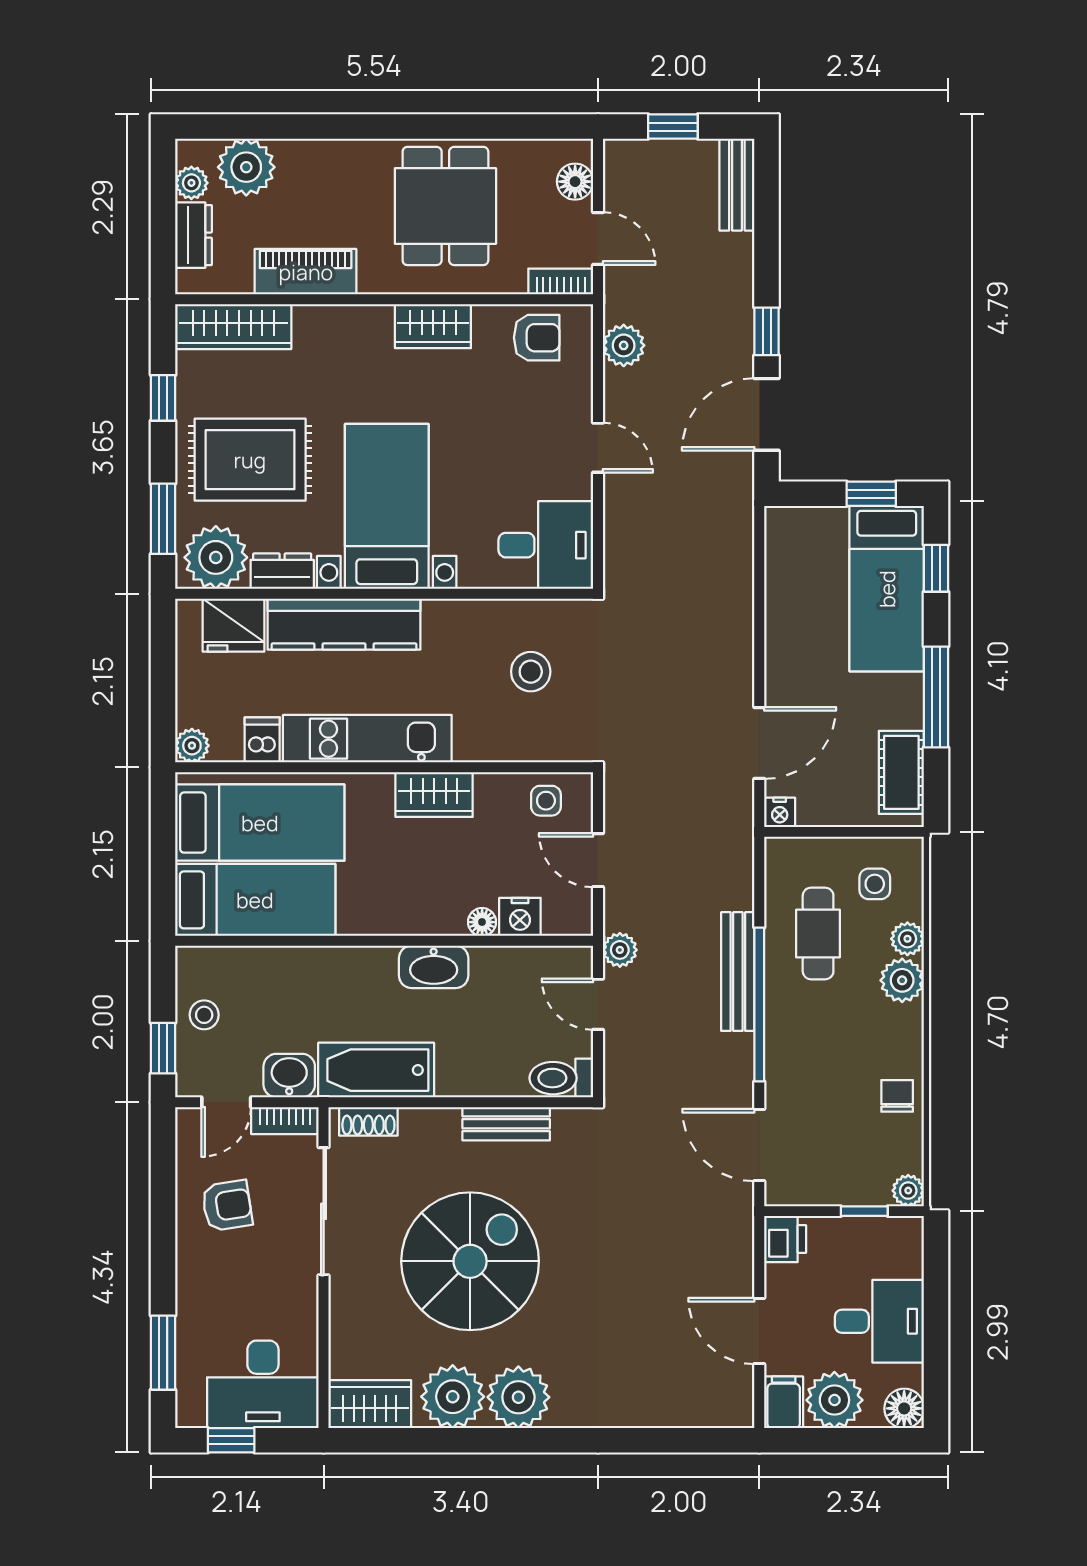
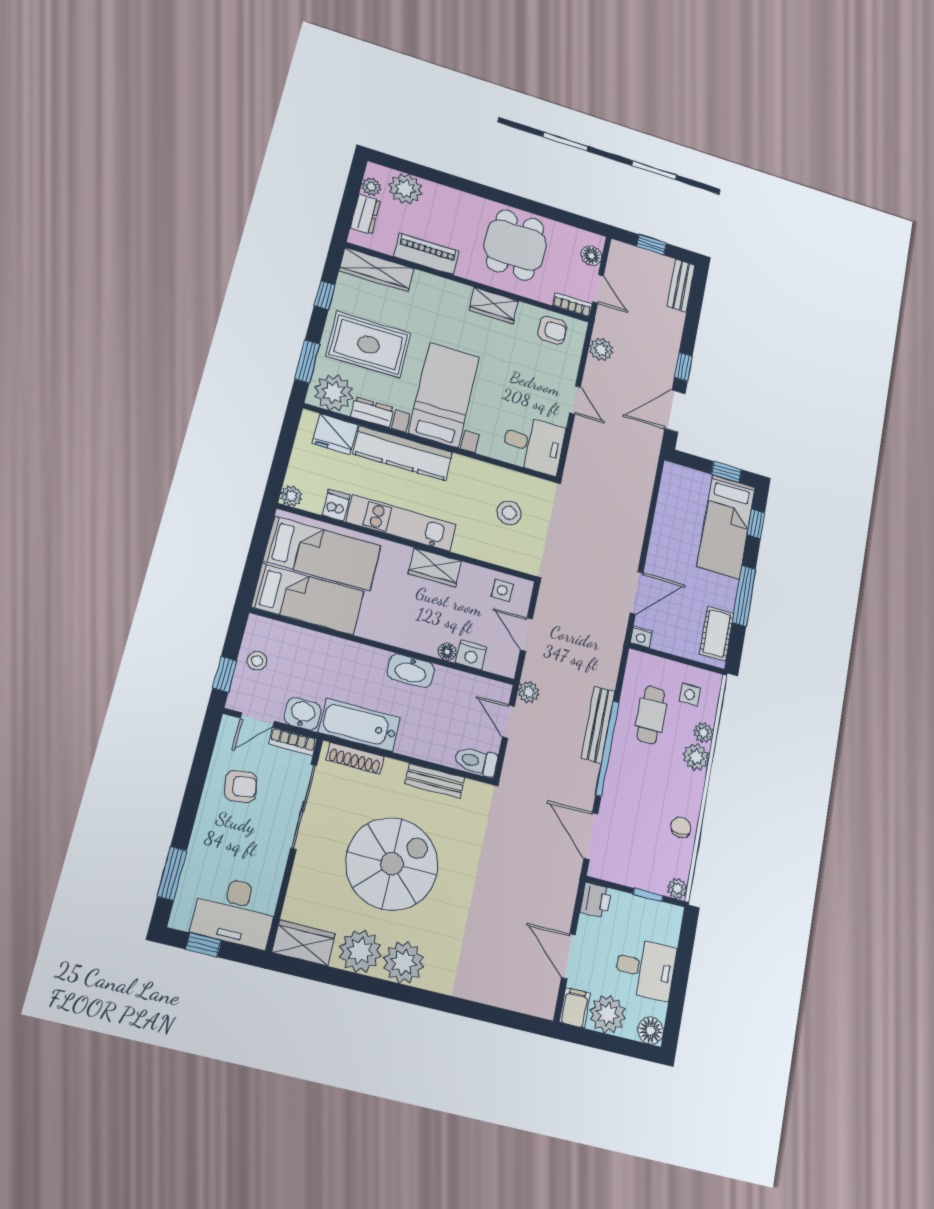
shoe rack: (368, 1121) -> (355, 758), width x1.43

